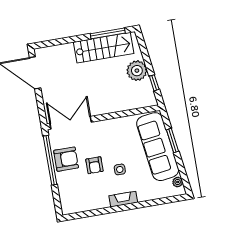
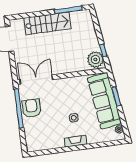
stairs: (104, 48) -> (47, 23), moved
plant: (137, 71) -> (95, 59), moved
armchair: (66, 159) -> (32, 108), turned -90
armchair: (94, 165) -> (54, 114), removed

